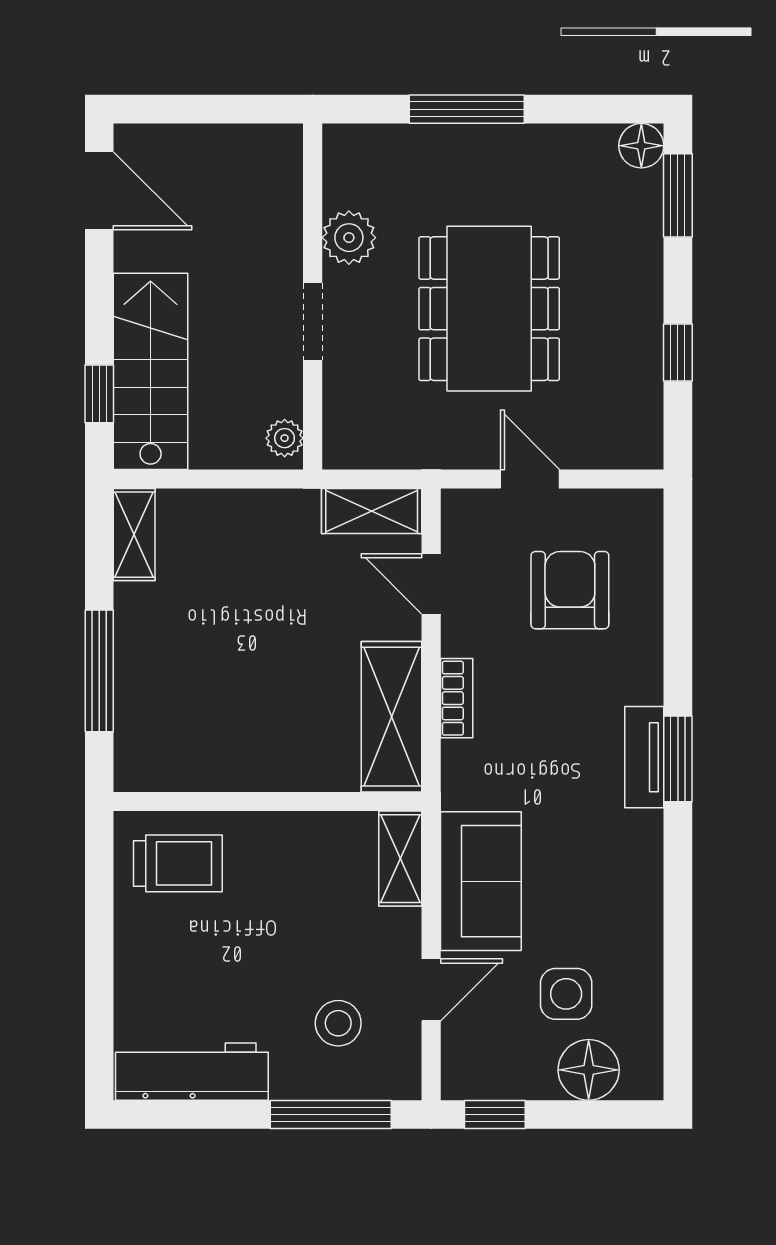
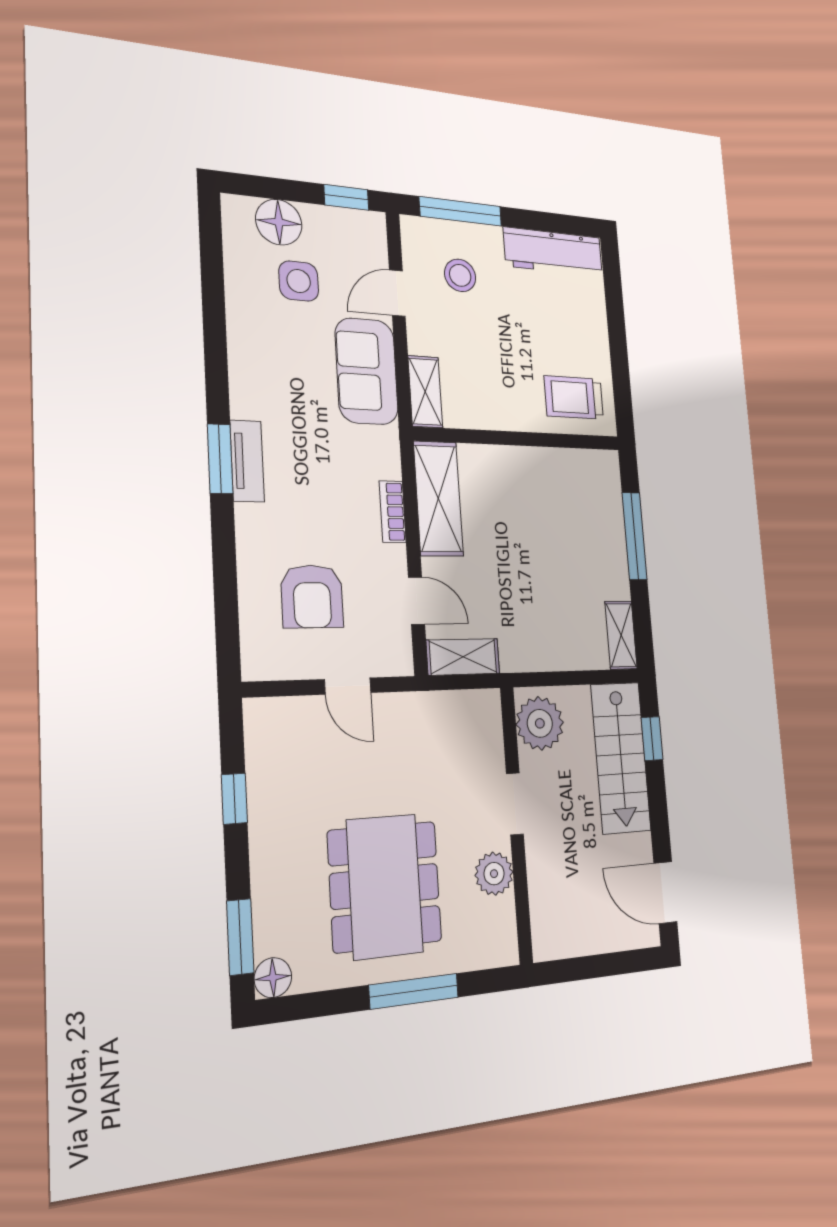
dining table: (489, 309) -> (385, 886), moved
plant: (285, 438) -> (540, 723), width x1.88, depth x1.88

